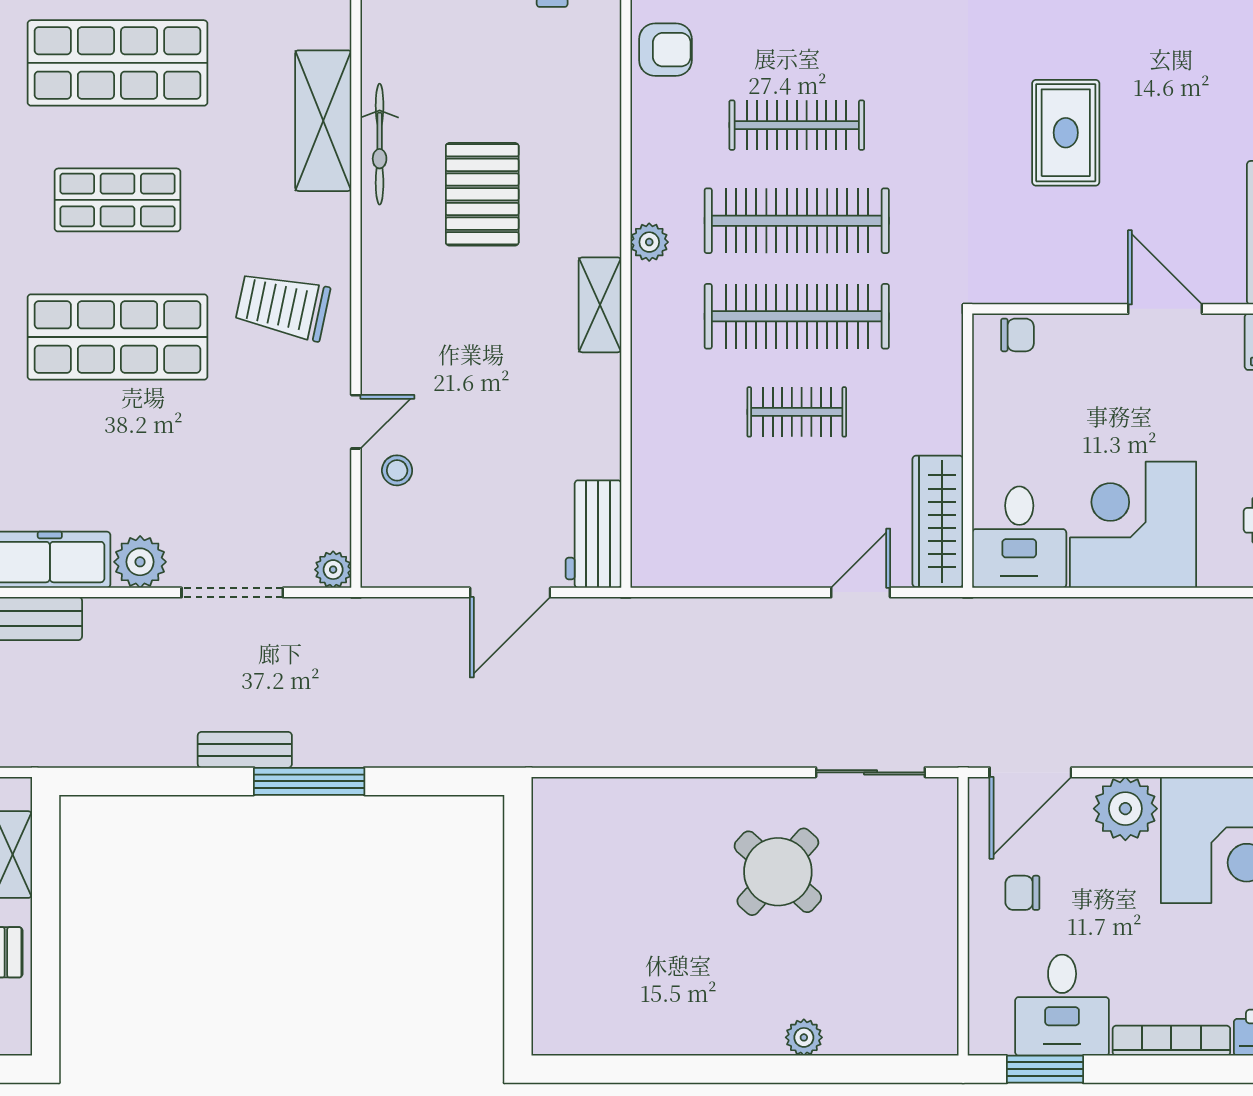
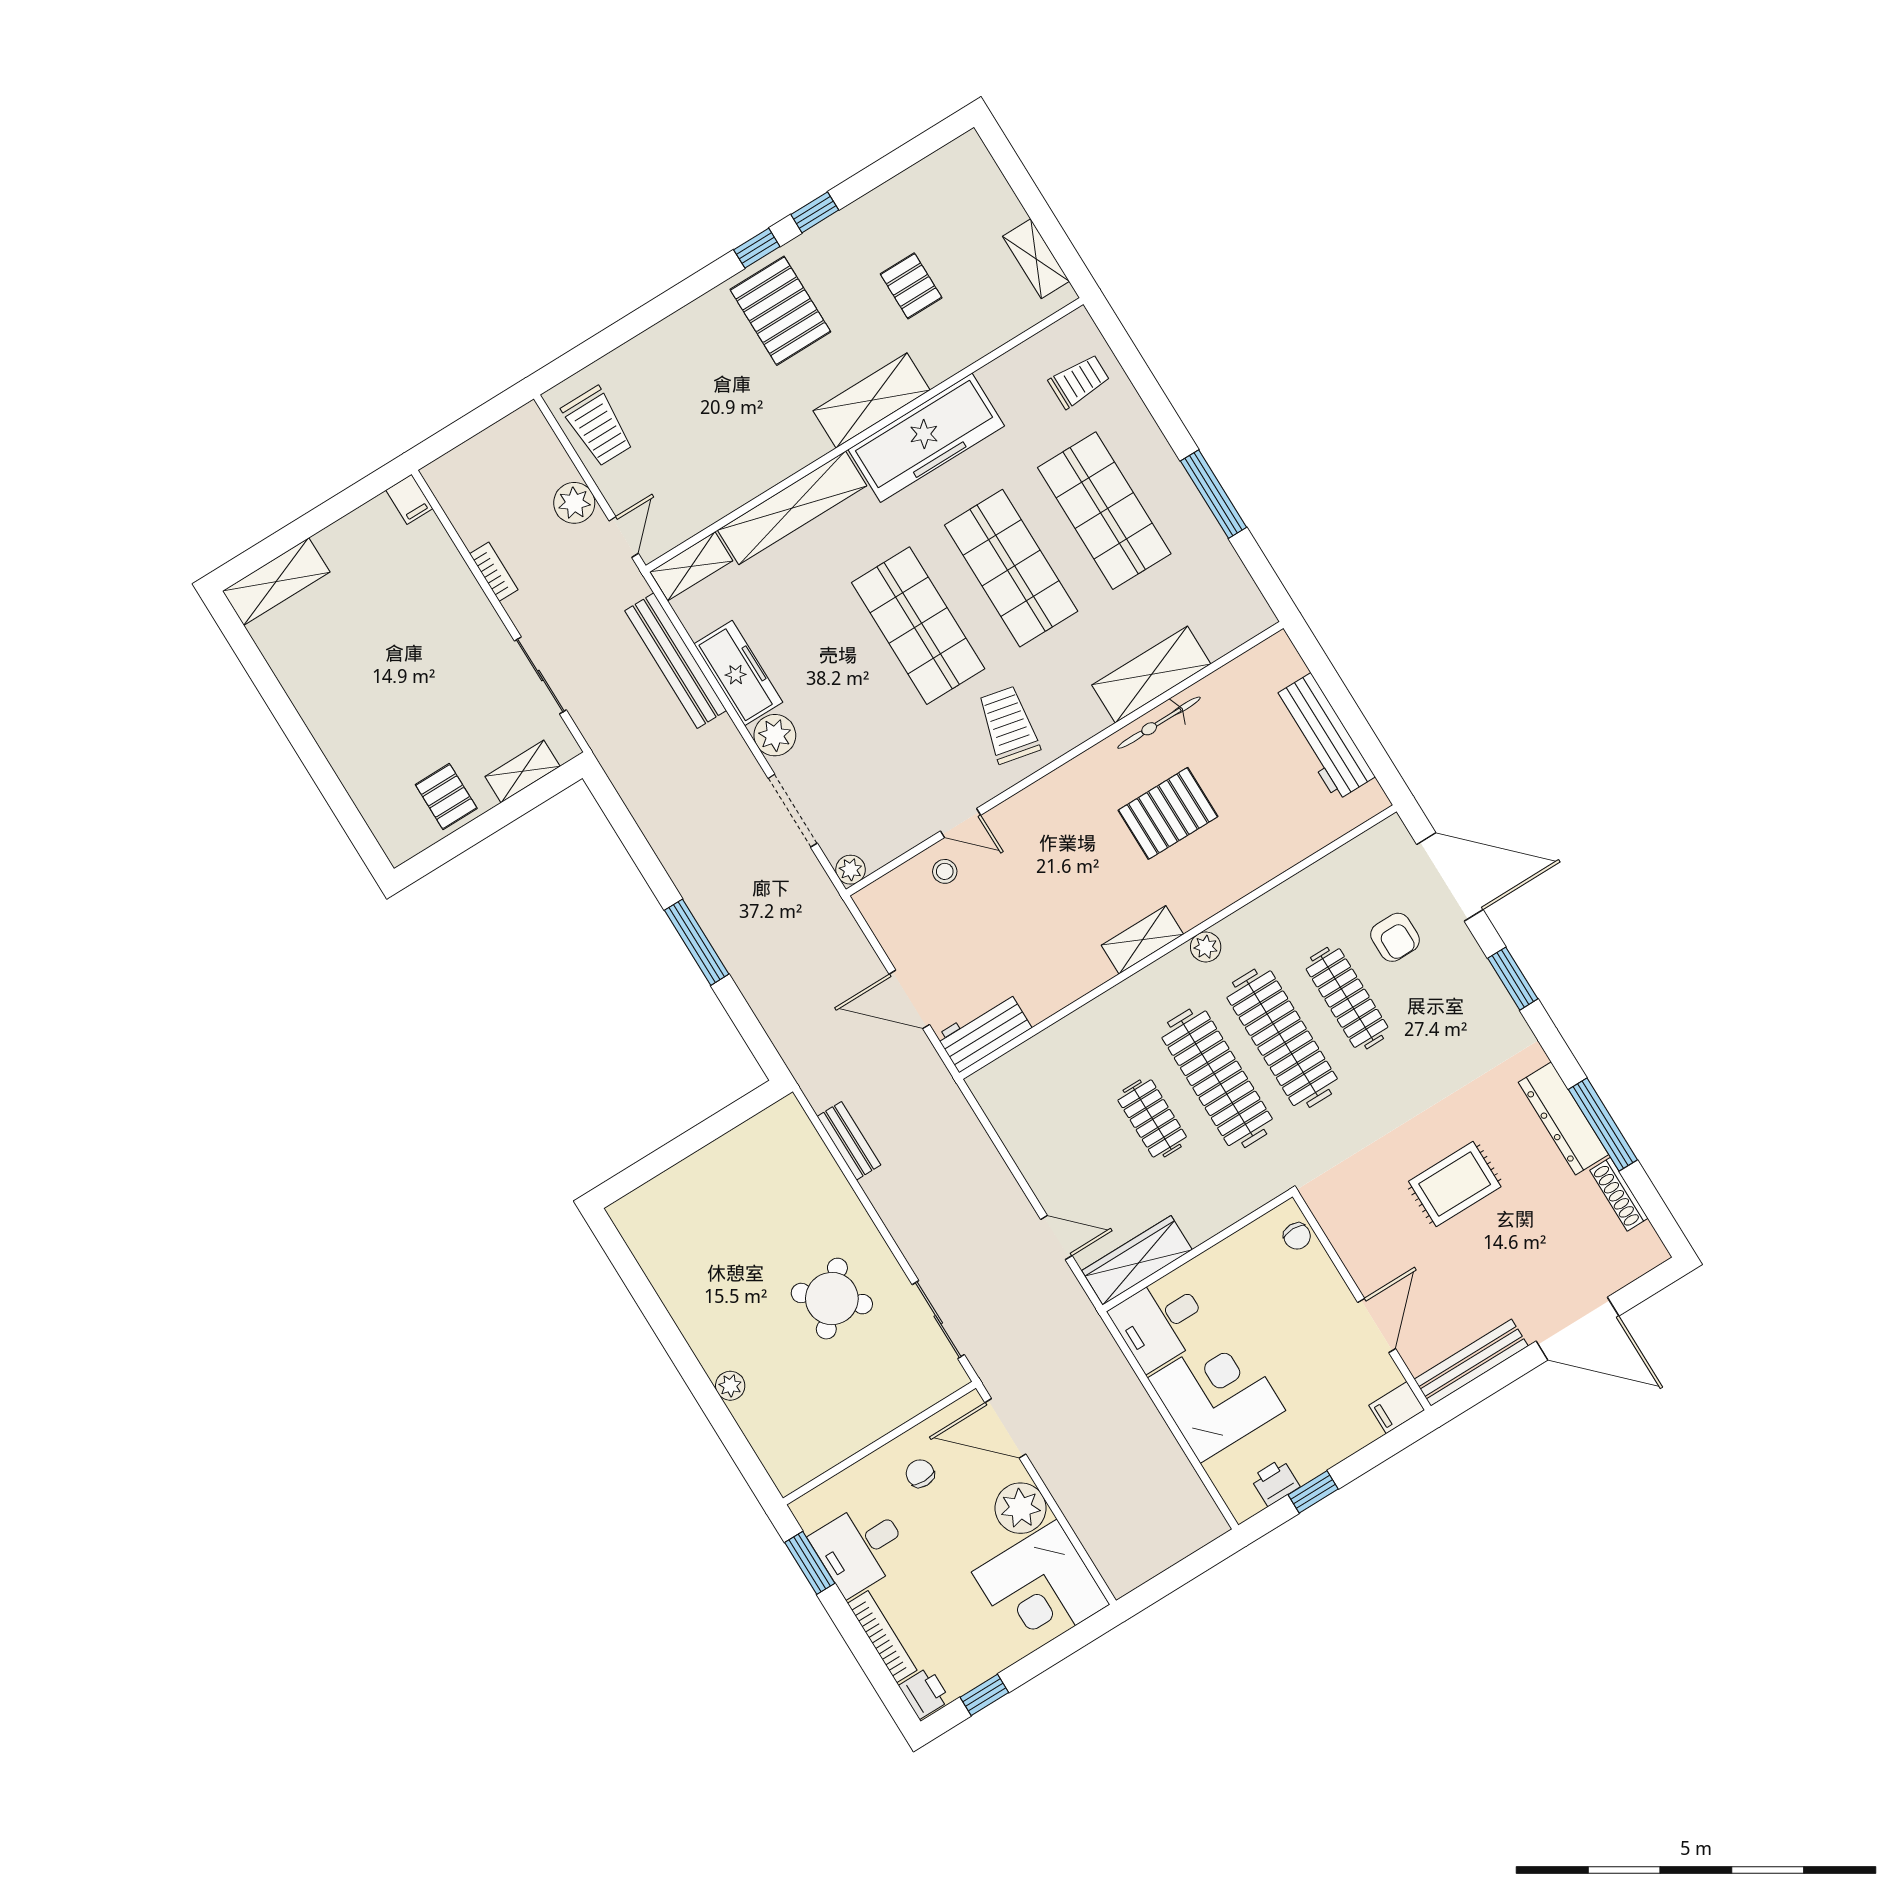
armchair: (665, 50) -> (1395, 937), moved
shop shelf: (117, 200) -> (1011, 568), width x1.43, depth x1.36
bench: (245, 750) -> (849, 1141), moved

